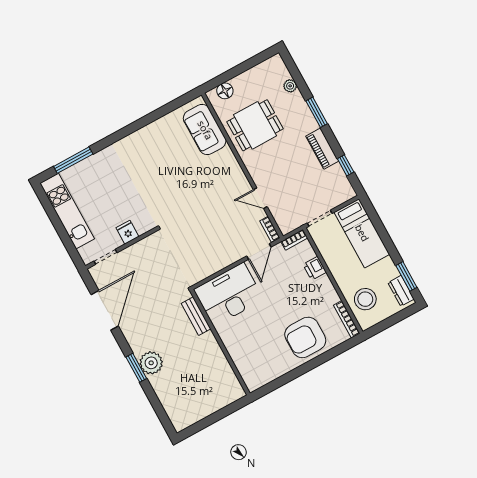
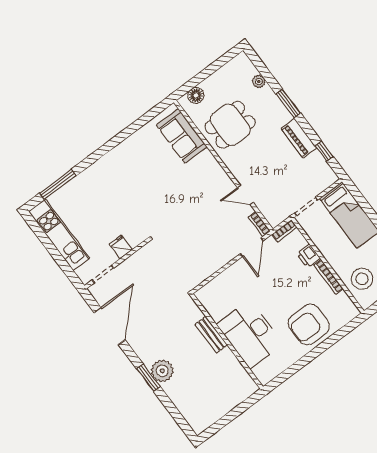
desk: (229, 294) -> (250, 334), moved, turned -90
bench: (196, 316) -> (211, 335), moved
bookcase: (347, 319) -> (329, 277), moved

